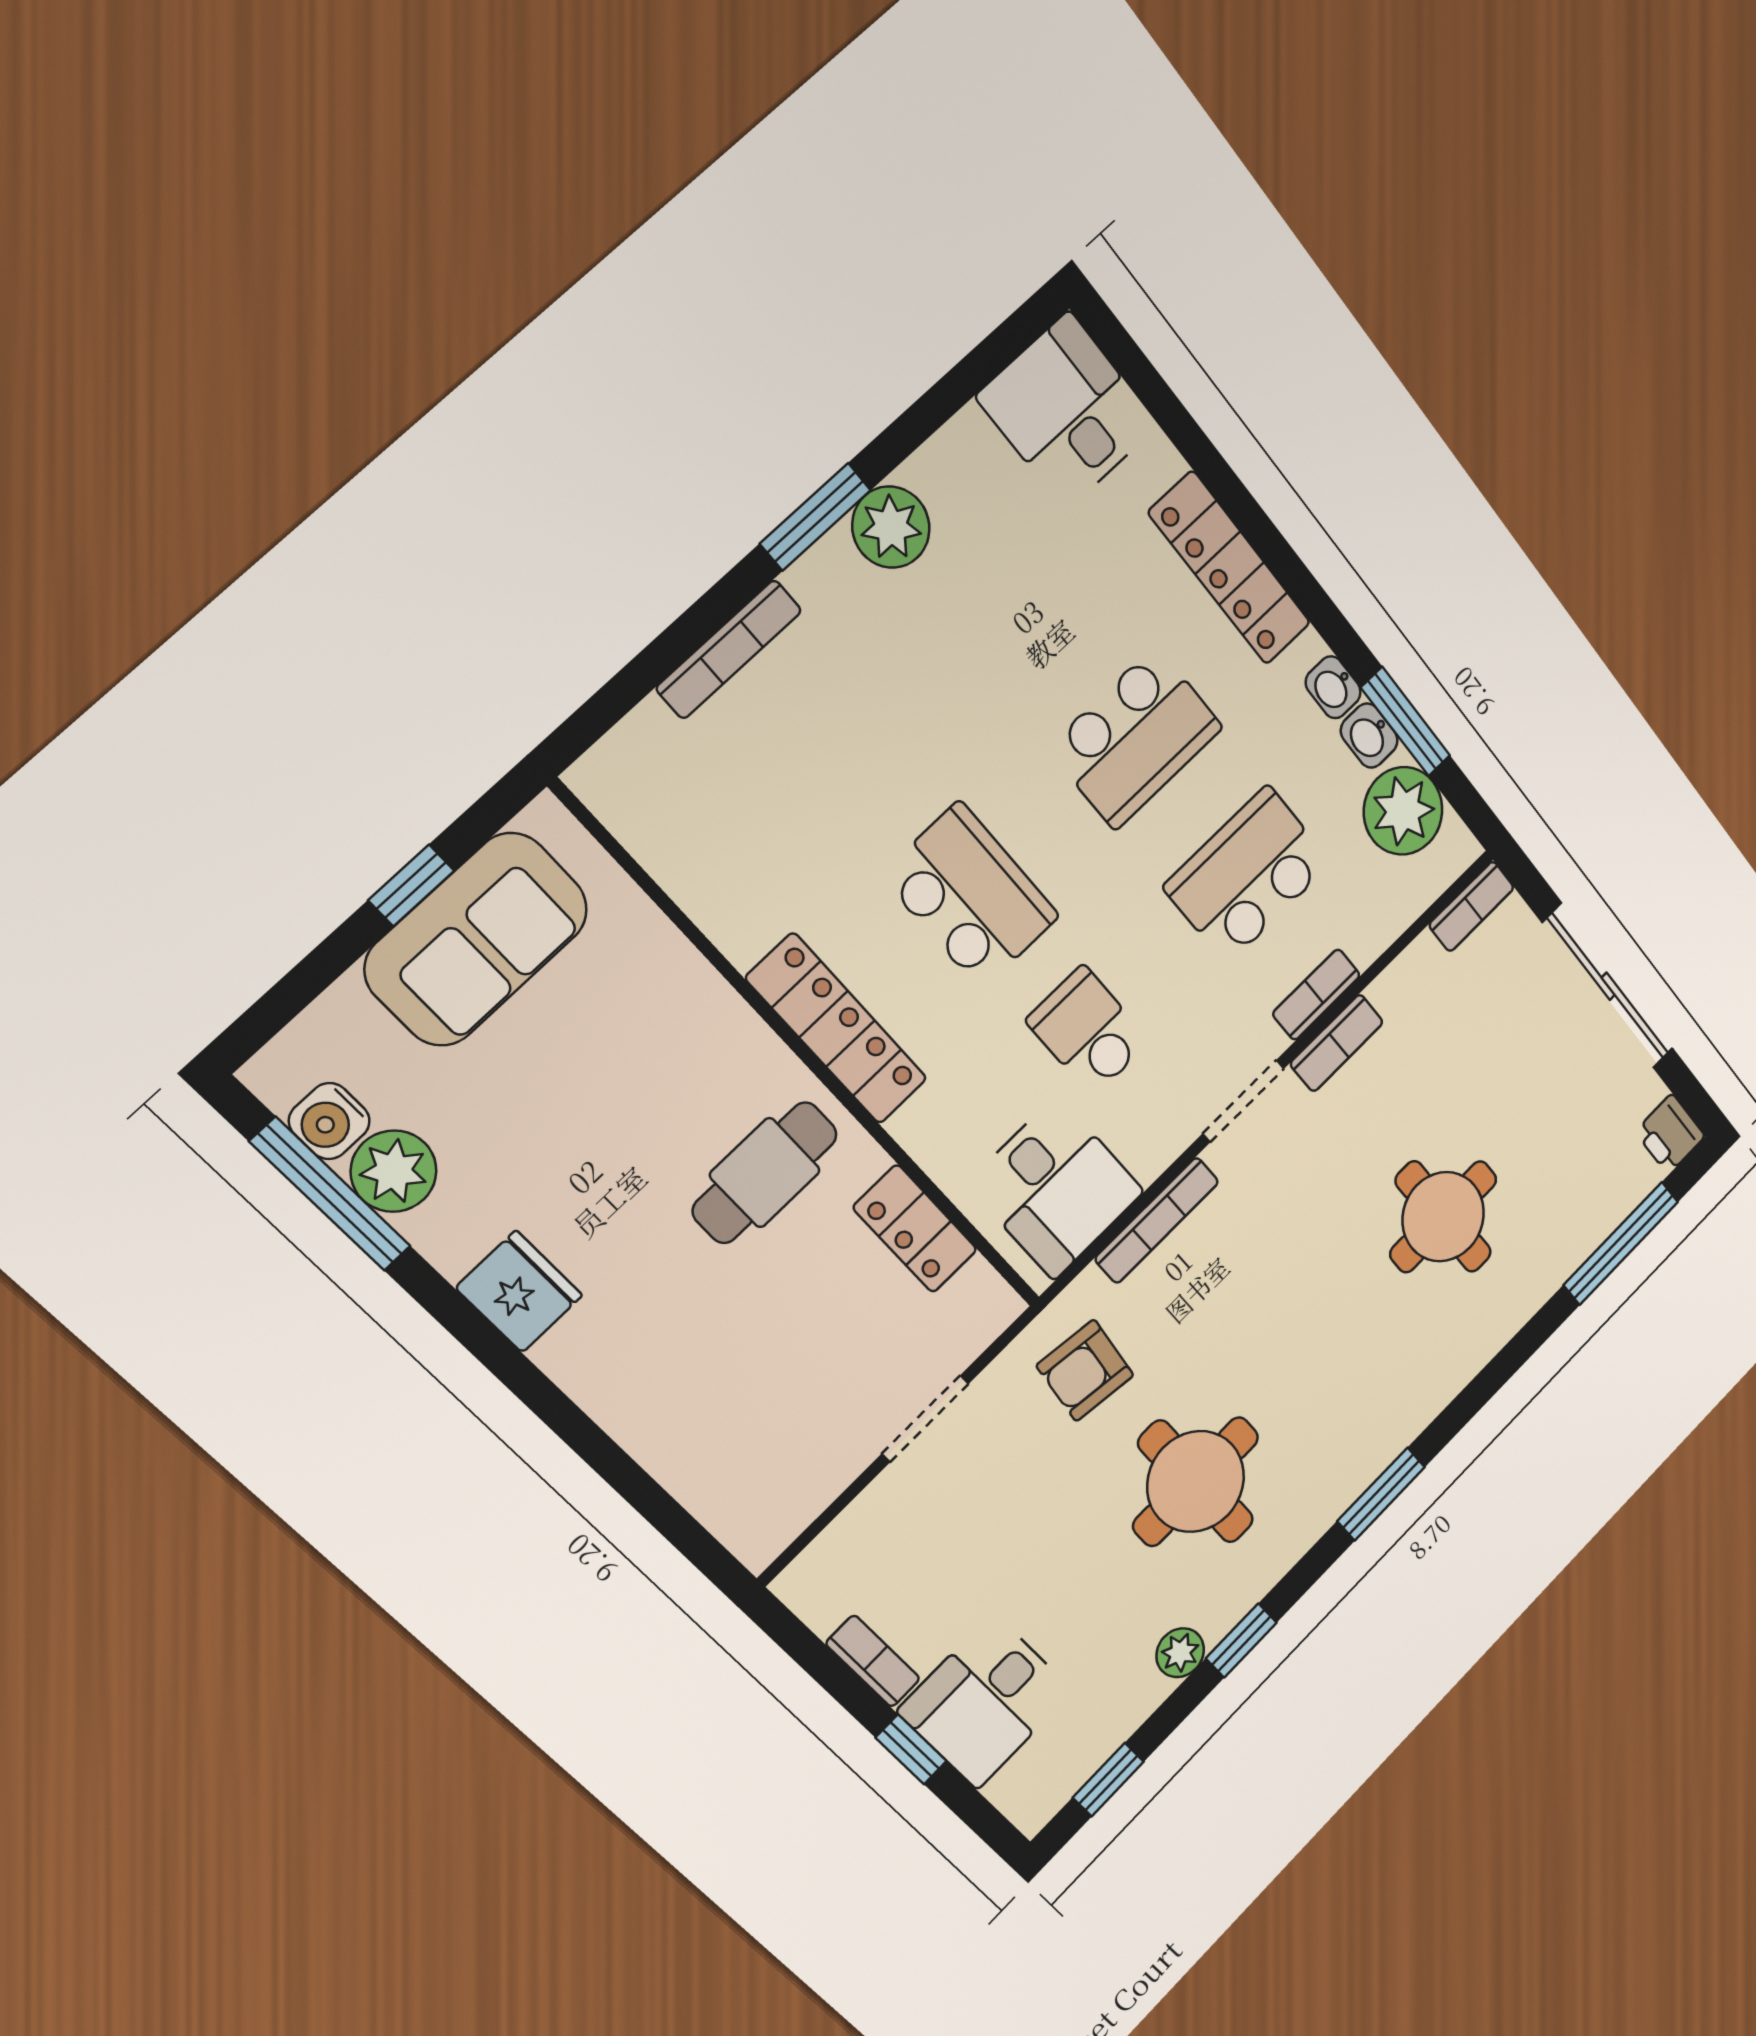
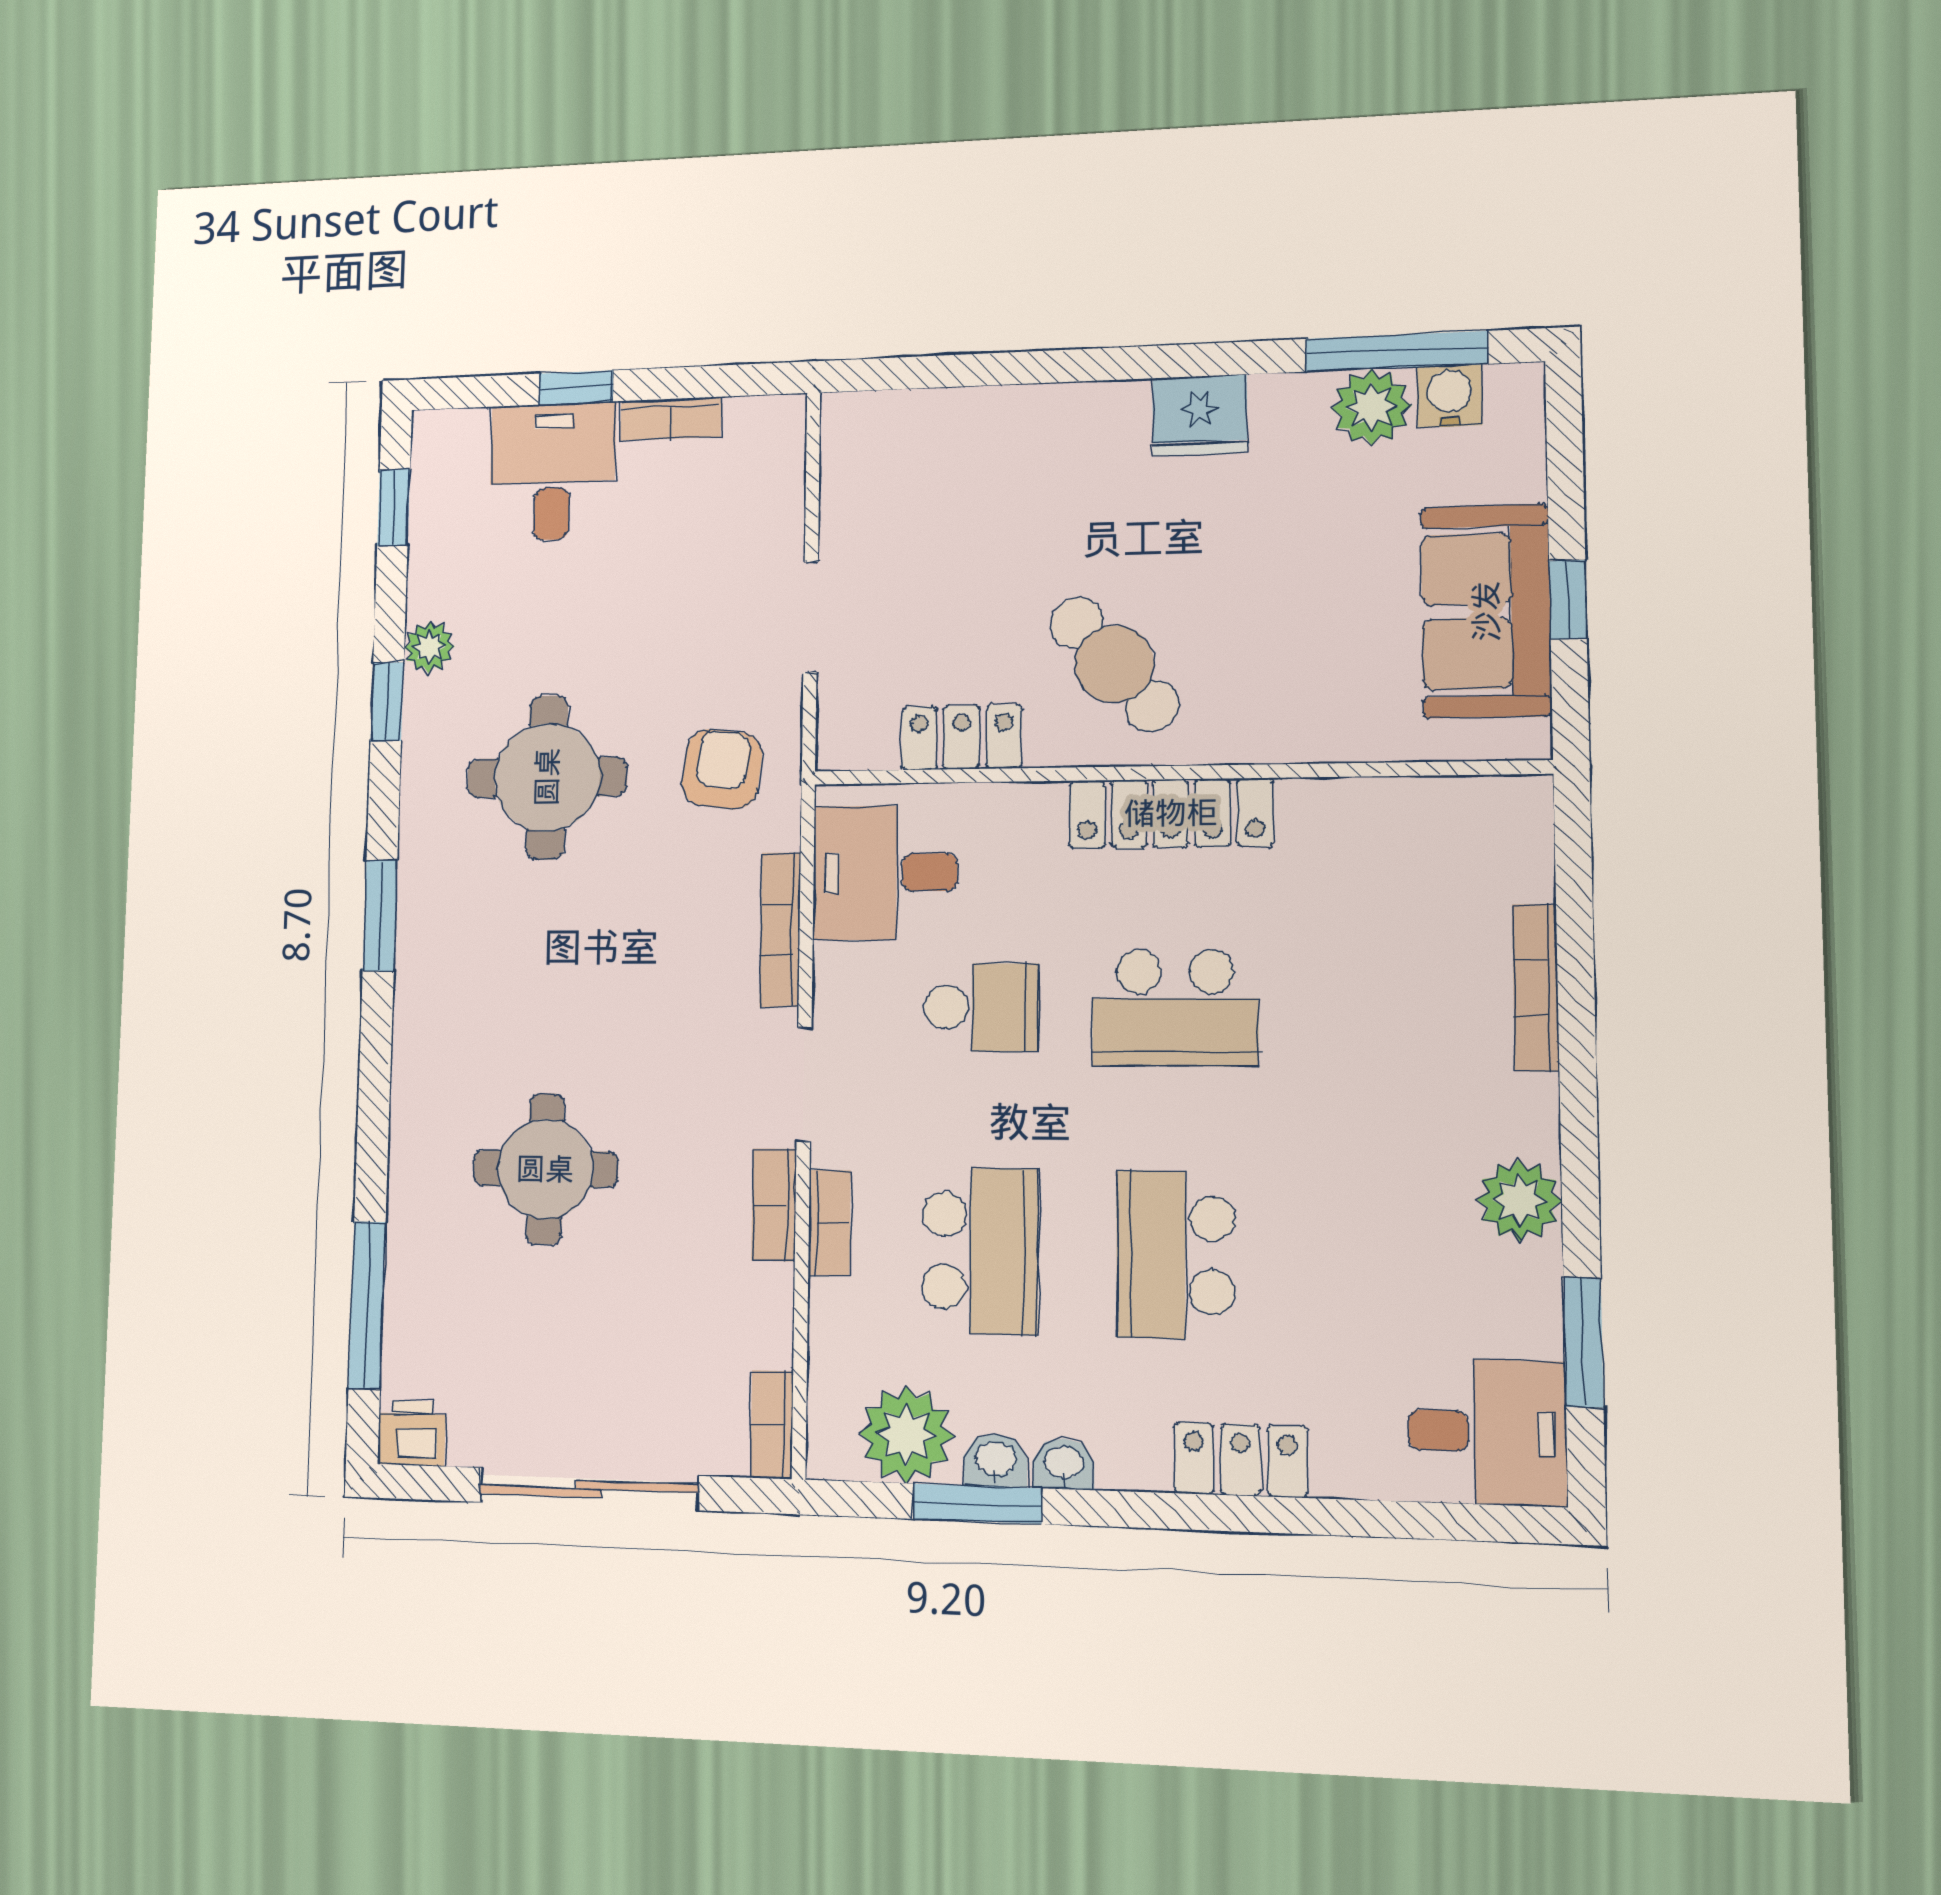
window: (815, 517) -> (1583, 1342), moved
locker: (1230, 568) -> (1240, 1460), width x0.66
cafe table: (765, 1173) -> (1114, 664), turned -41

